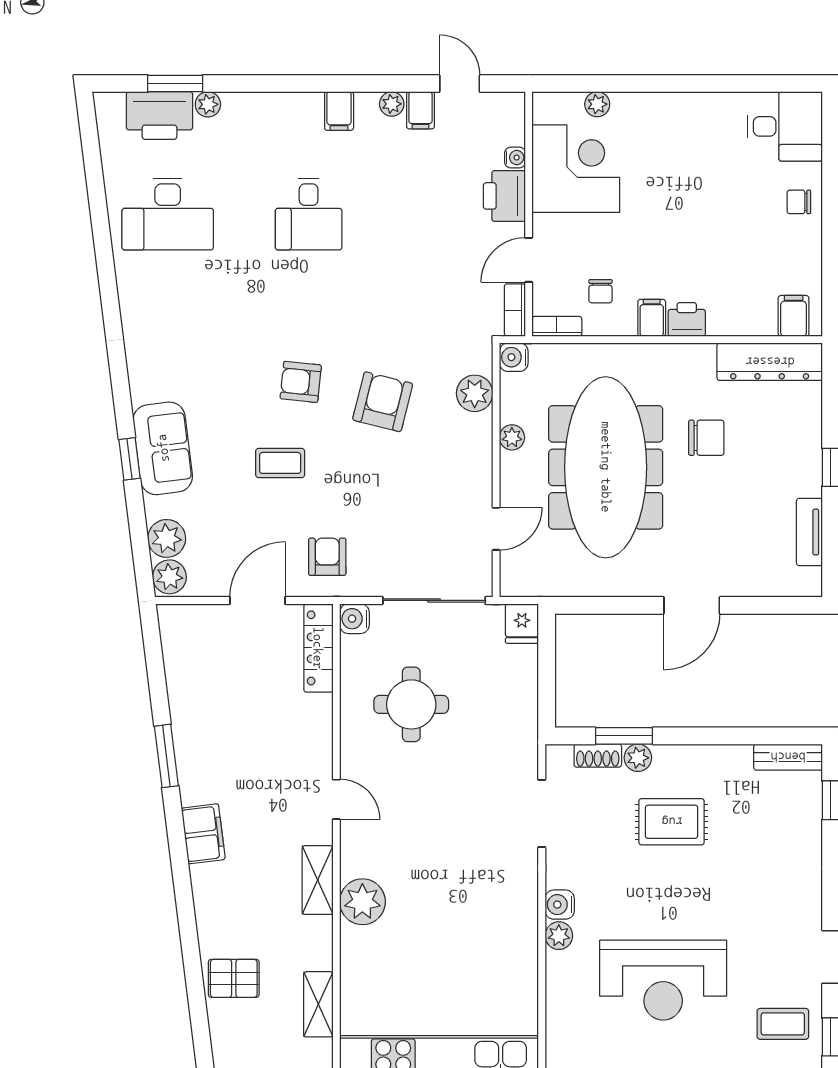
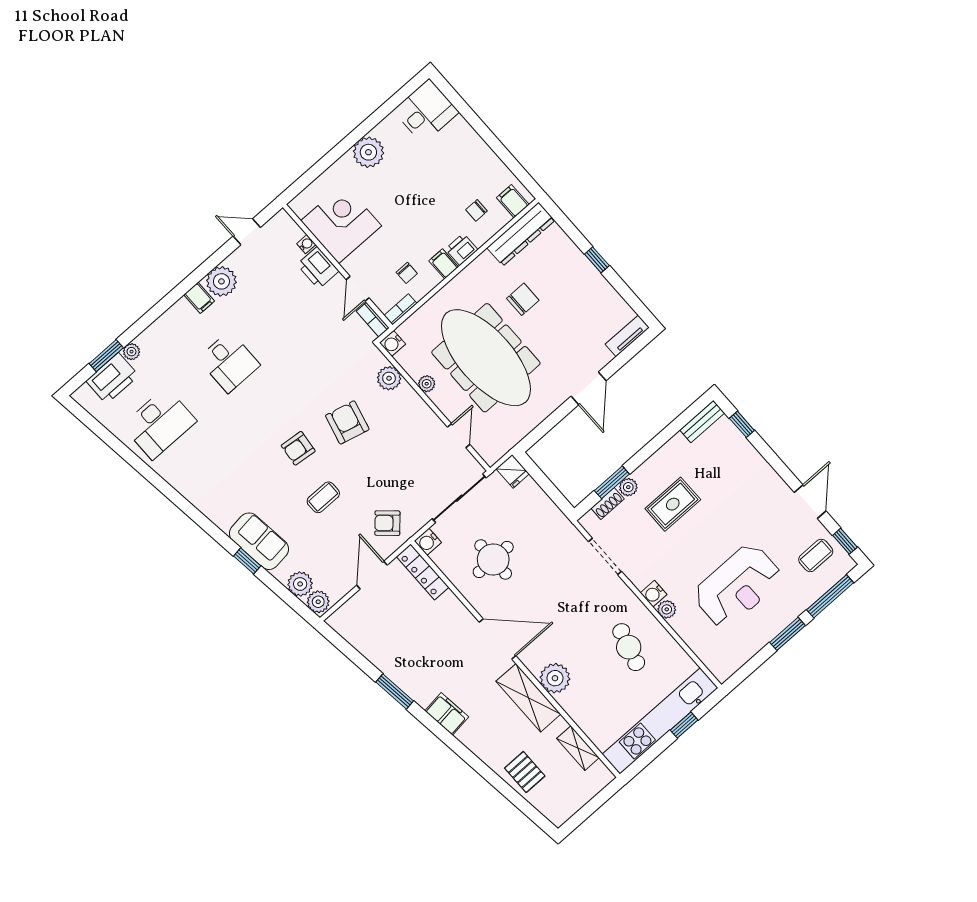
plant: (392, 104) -> (221, 281), width x1.87, depth x1.87
plant: (597, 104) -> (368, 152), moved, width x1.87, depth x1.87
filing cabinet: (421, 110) -> (239, 262), removed
chair: (799, 202) -> (477, 210), moved
tv unit: (809, 532) -> (627, 336), moved, turned 90
armchair: (327, 557) -> (387, 523), turned -48
door: (336, 799) -> (497, 639), width x1.87
shelving: (318, 880) -> (528, 698), width x1.50, depth x1.33
cafe table: (478, 940) -> (629, 647), added
pallet: (234, 978) -> (525, 772), turned 90

